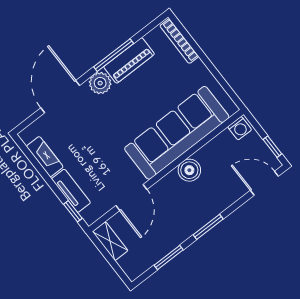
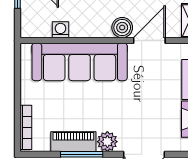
washing machine: (240, 128) -> (61, 30), moved
boiler: (189, 170) -> (122, 28), moved

